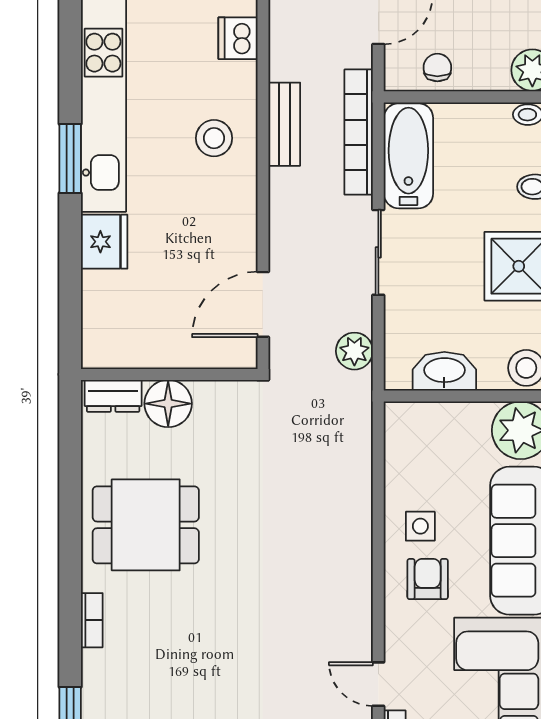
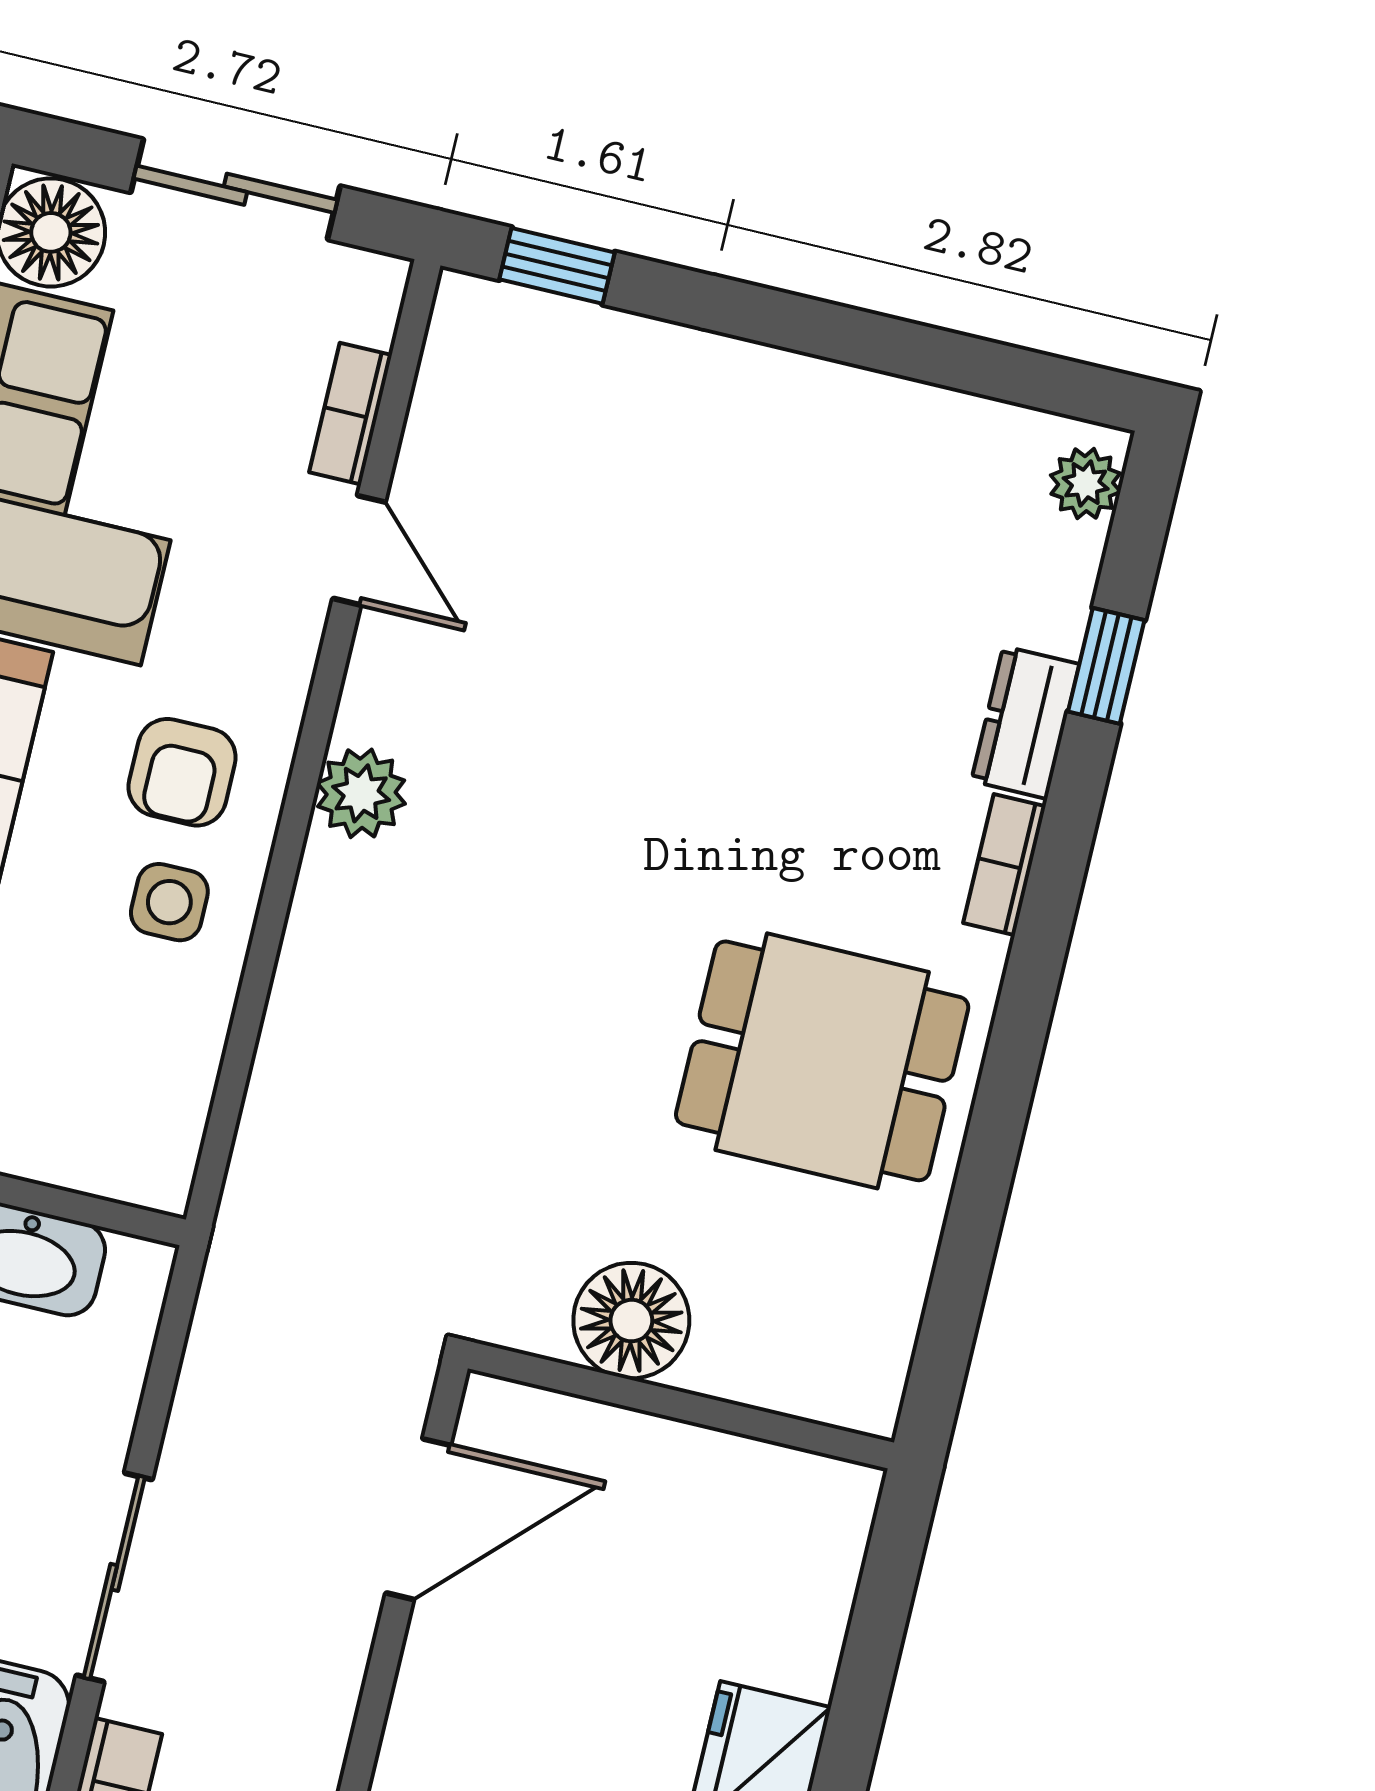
plant: (354, 351) -> (361, 793), moved
dresser: (113, 396) -> (1025, 723), moved, turned -90
floor lamp: (168, 404) -> (631, 1321), moved

